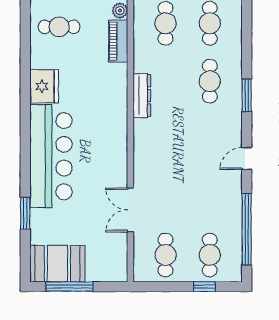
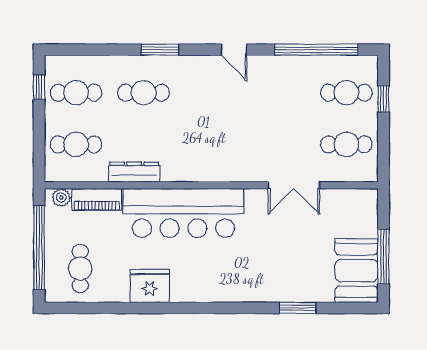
dresser: (142, 95) -> (134, 172), moved
bar counter: (51, 156) -> (183, 213), moved, turned 180

